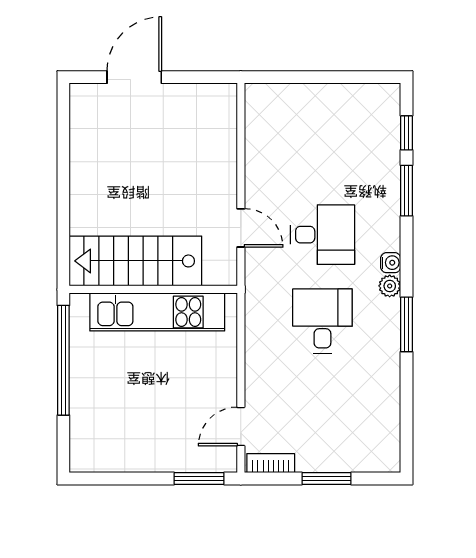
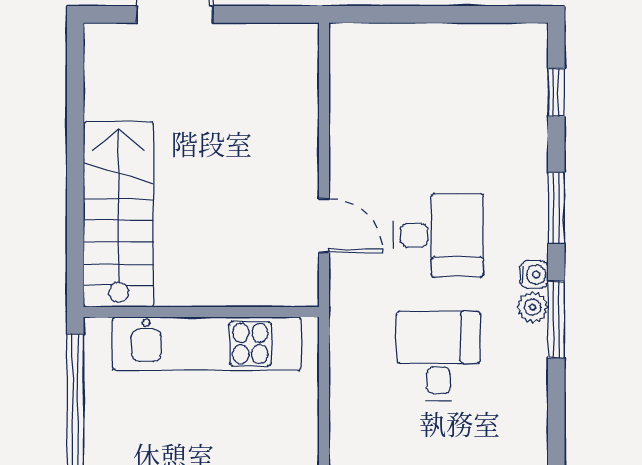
window: (406, 191) -> (556, 208), moved
stairs: (135, 261) -> (119, 214), moved, turned 90
window: (406, 324) -> (556, 319), moved

